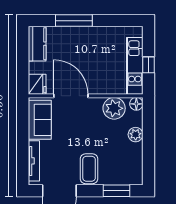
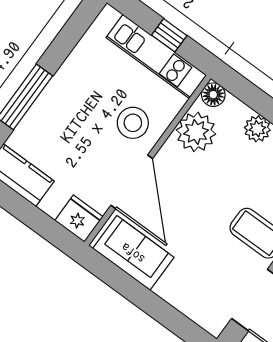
stool: (98, 77) -> (133, 123), added
door: (71, 96) -> (132, 182), swing flipped
tv unit: (34, 161) -> (187, 305), removed

